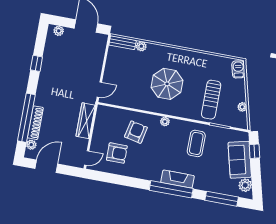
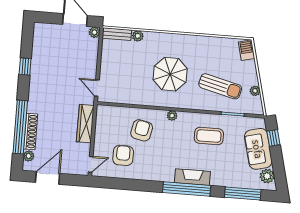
plant: (59, 31) -> (94, 32), moved
door: (99, 90) -> (97, 88), swing flipped
sun lounger: (211, 100) -> (220, 86), turned -76
coffee table: (196, 143) -> (209, 136), turned 90
armchair: (117, 153) -> (123, 155), turned -90

